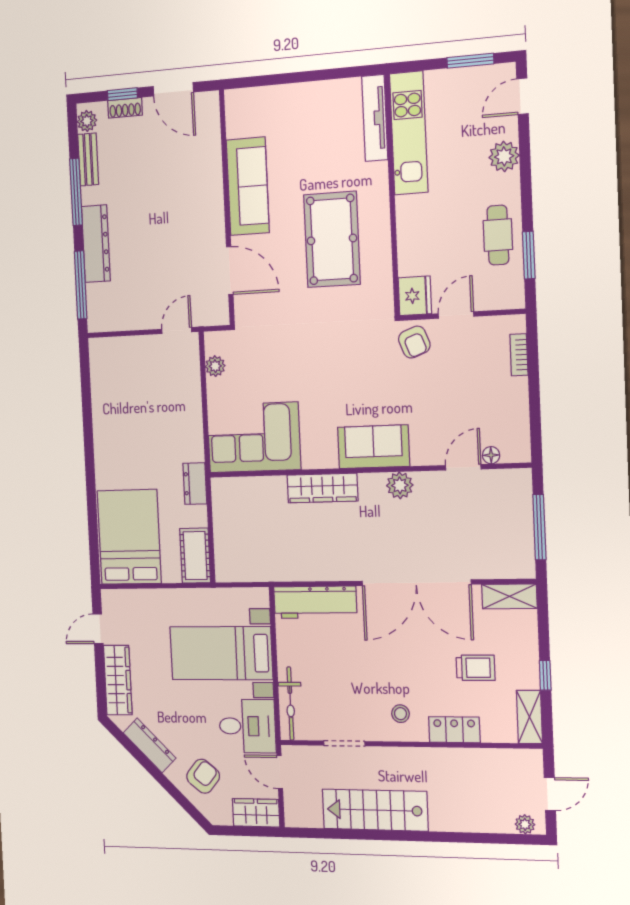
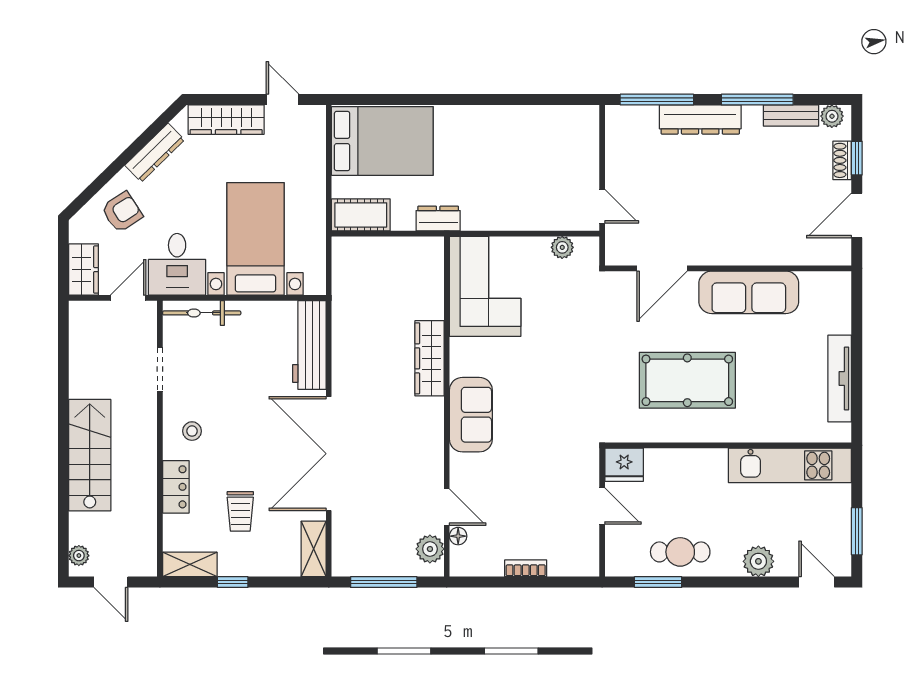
tv unit: (375, 118) -> (840, 379), moved, turned -90
armchair: (414, 342) -> (577, 462), removed
bookcase: (519, 355) -> (526, 568), moved
plant: (400, 485) -> (430, 549), moved
armchair: (203, 776) -> (122, 212), turned -72
stairs: (375, 810) -> (90, 455), moved

